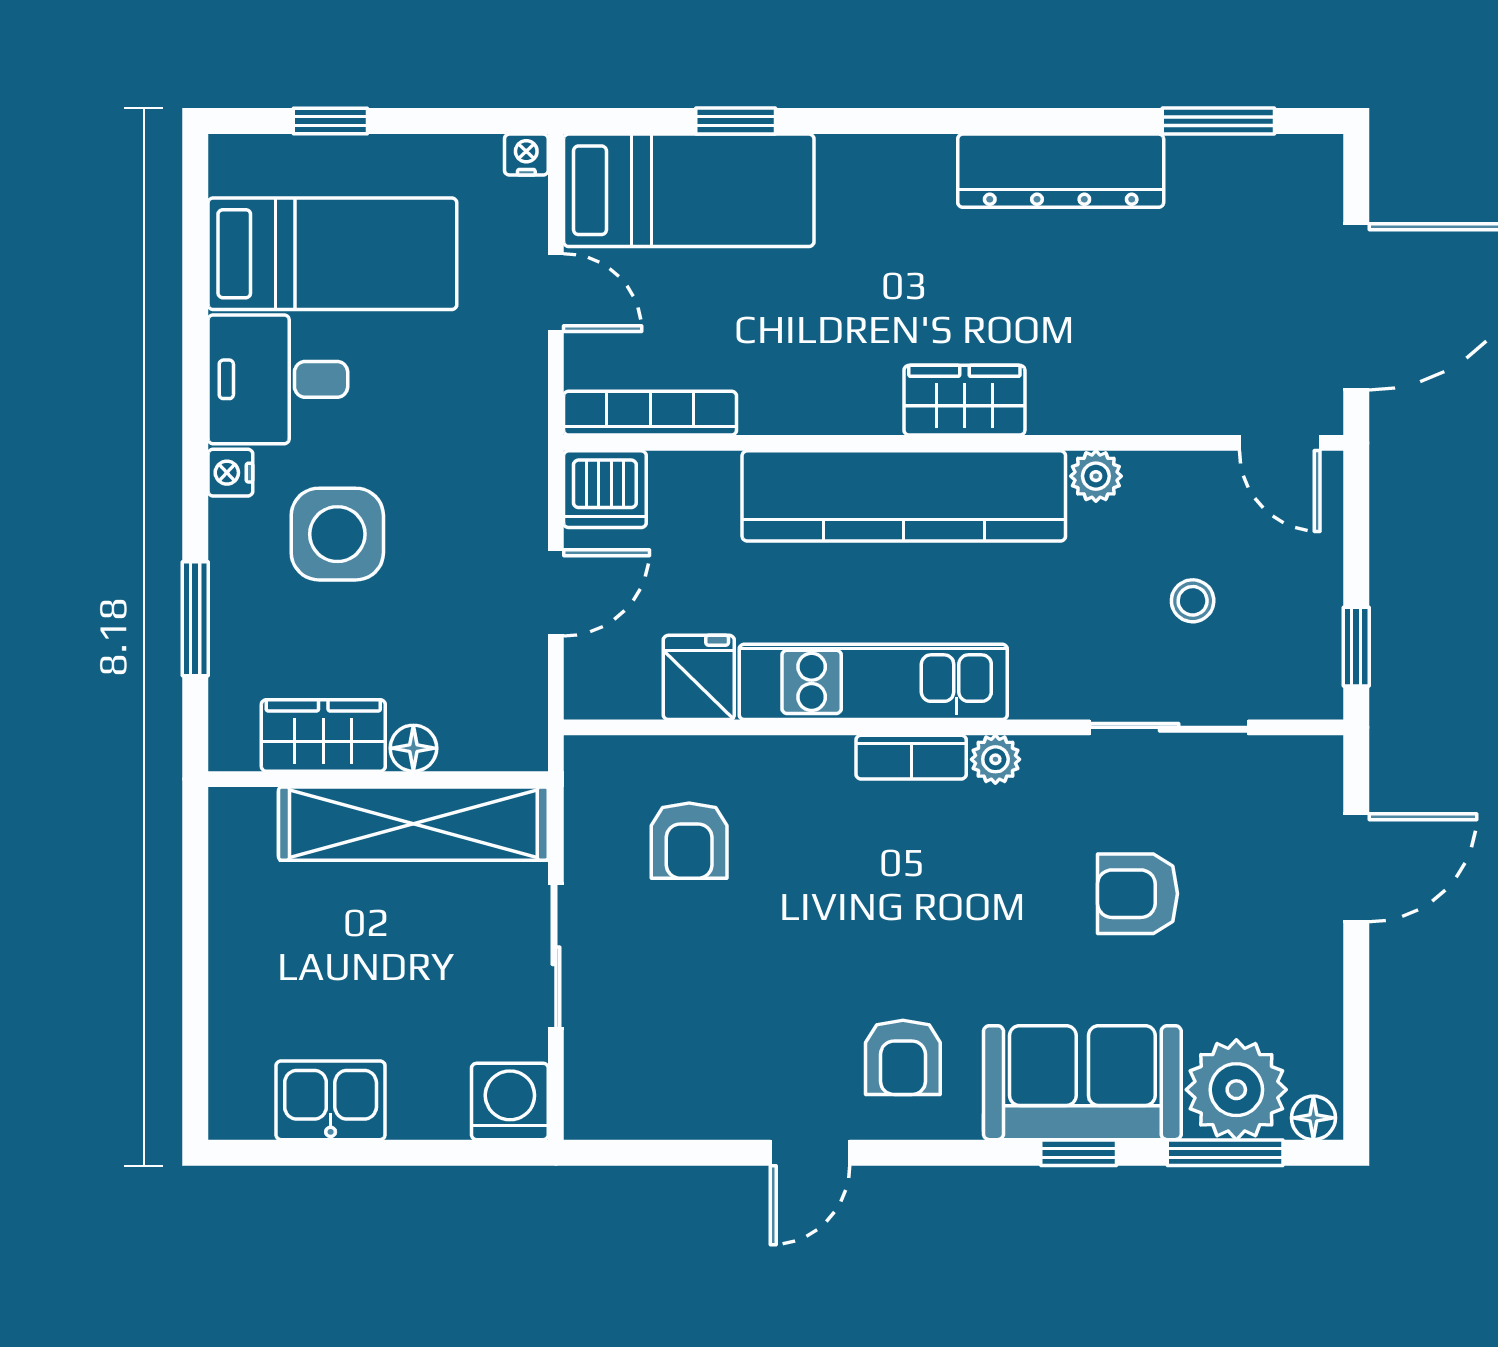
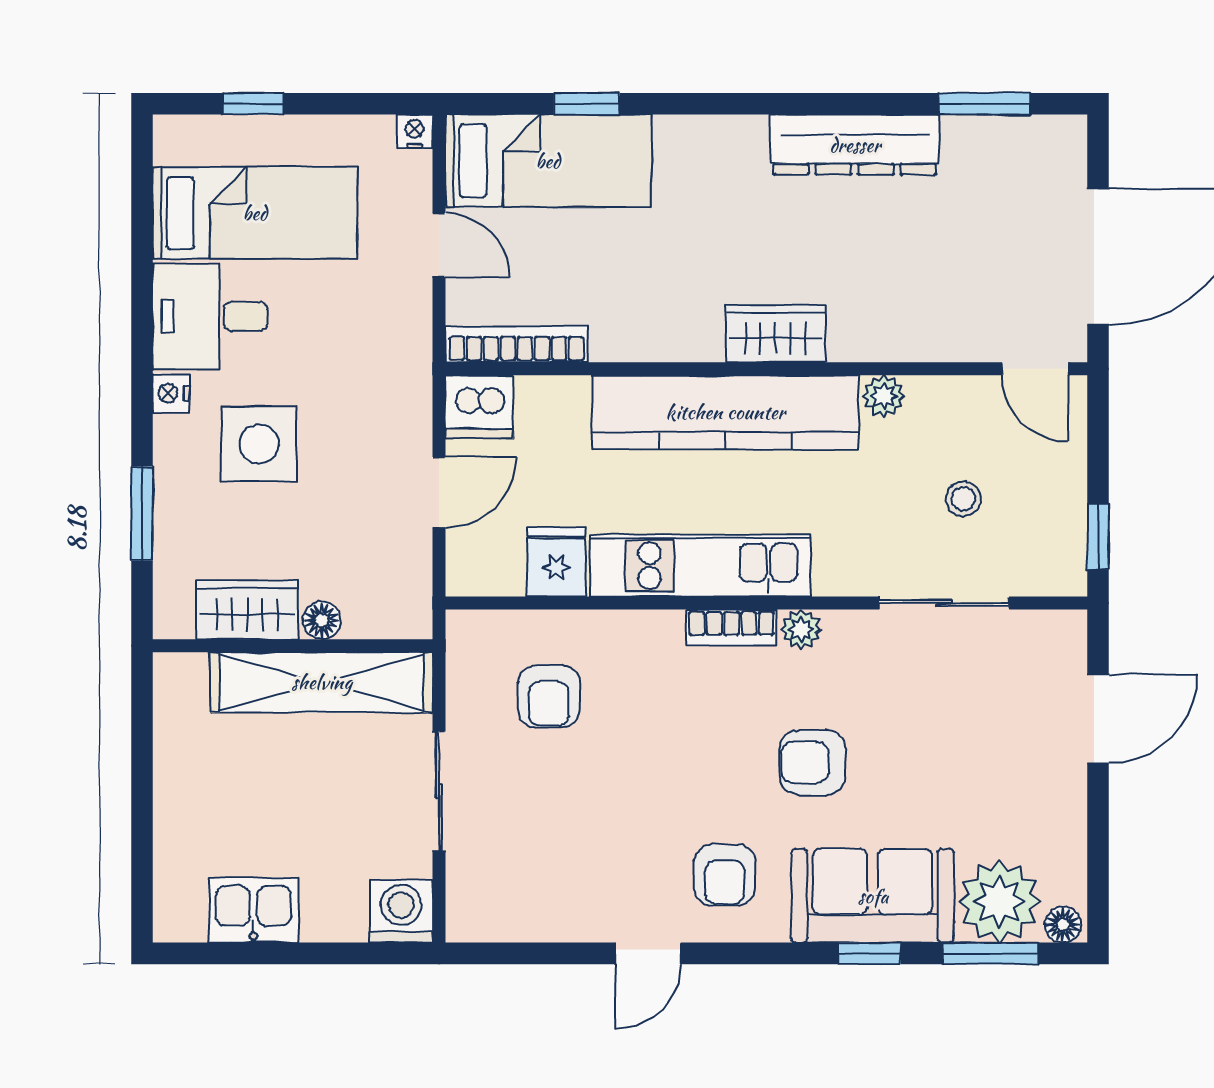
armchair: (1138, 894) -> (813, 762), moved

